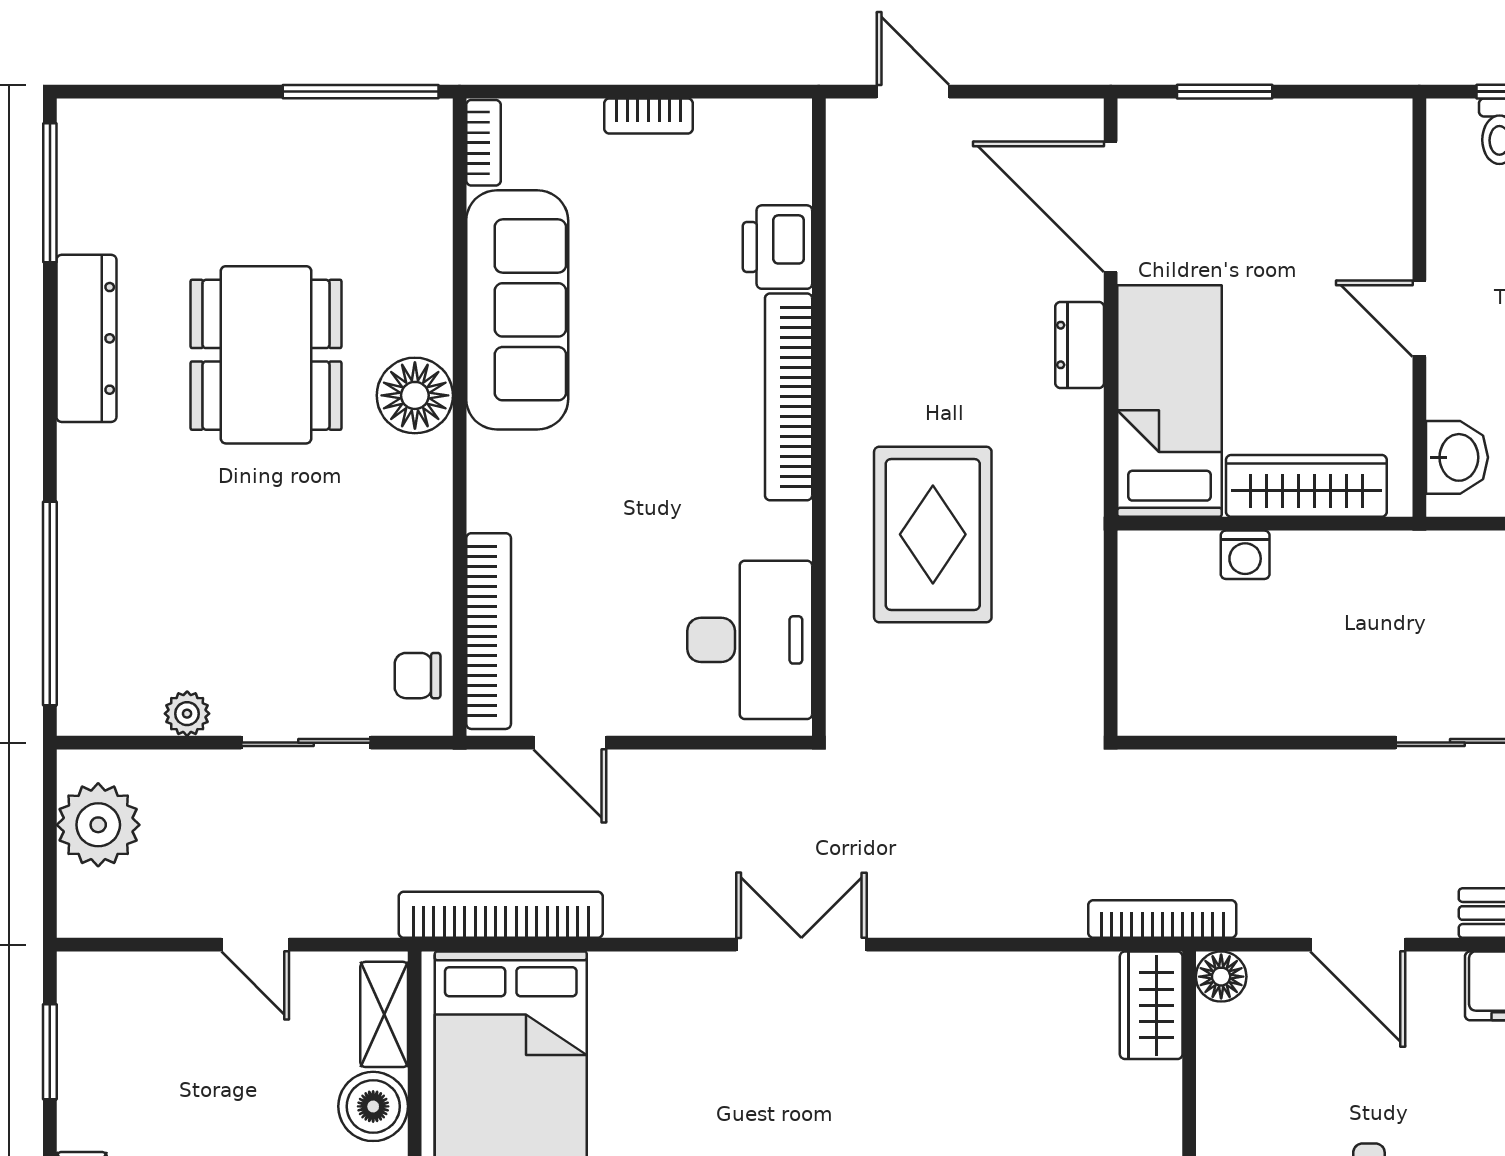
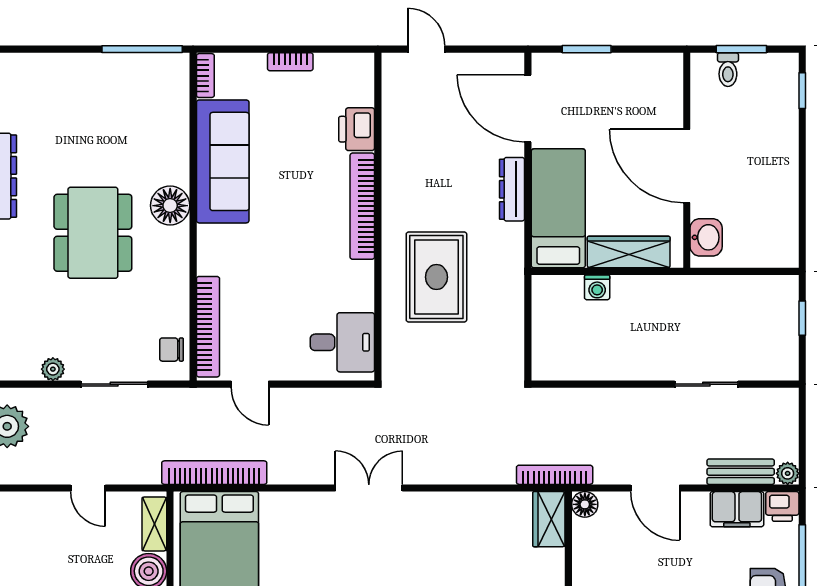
door: (1419, 319) -> (687, 166), width x1.87
dresser: (1080, 345) -> (512, 189), width x1.44
dining table: (266, 355) -> (93, 233), moved
desk: (750, 640) -> (342, 342), width x0.73

